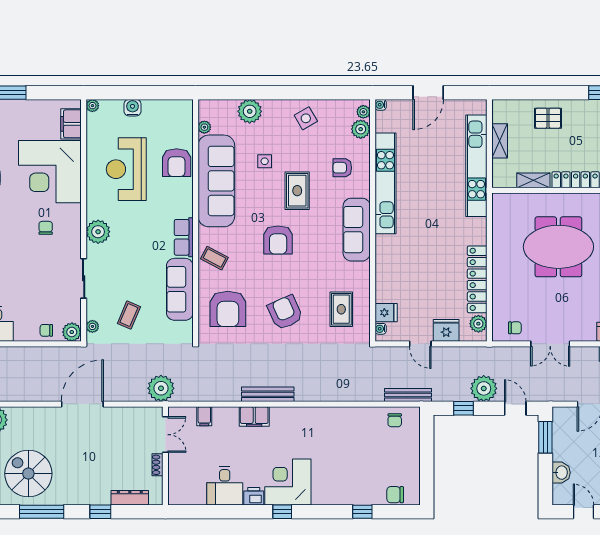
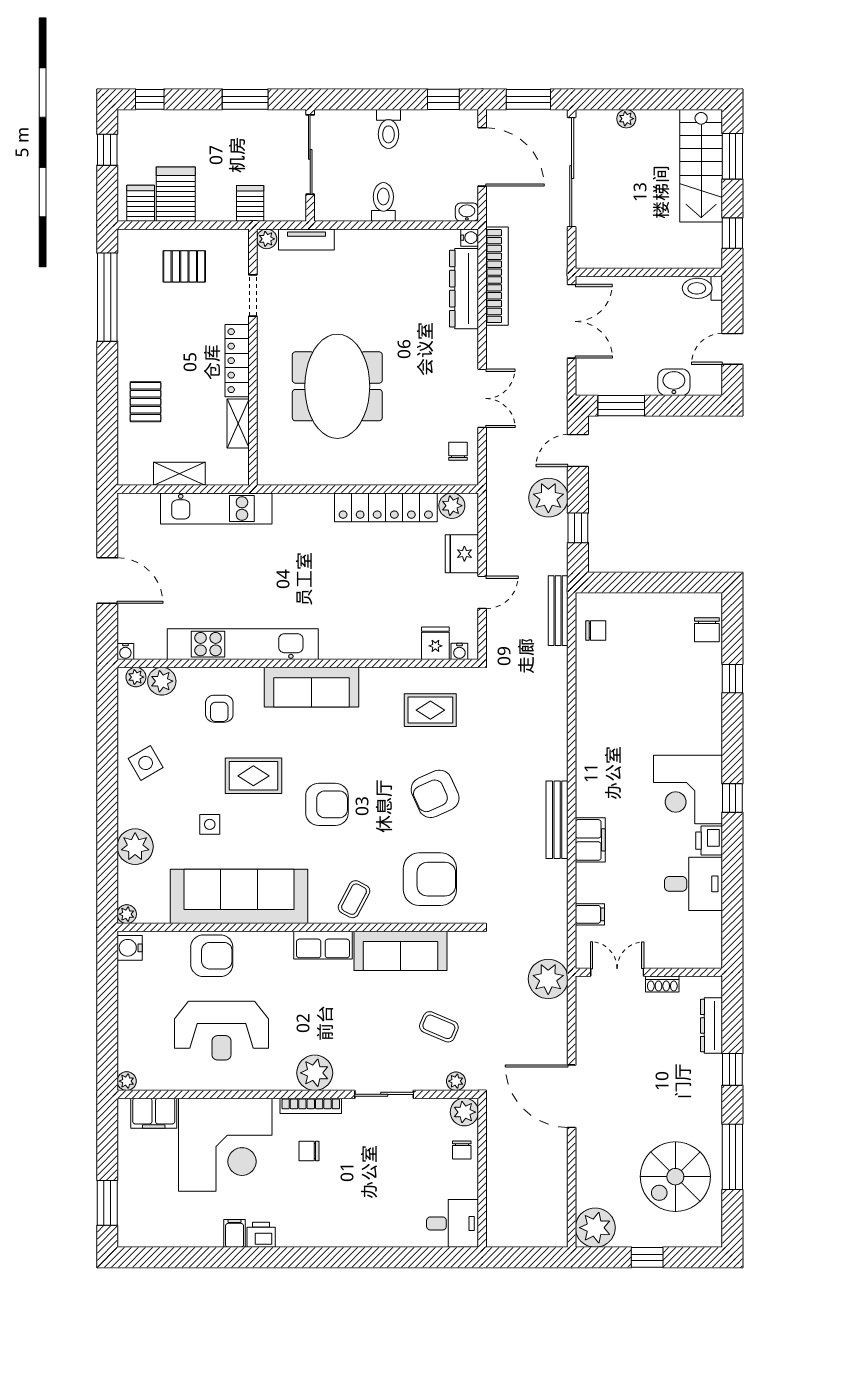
water cooler: (133, 108) -> (130, 948), moved
plant: (204, 127) -> (127, 914), moved
kitchen unit: (476, 166) -> (216, 509), width x0.73
bookcase: (76, 229) -> (311, 1106), added

